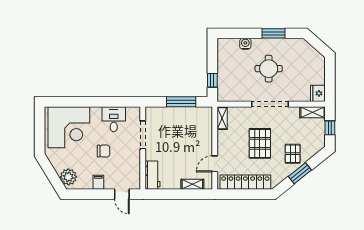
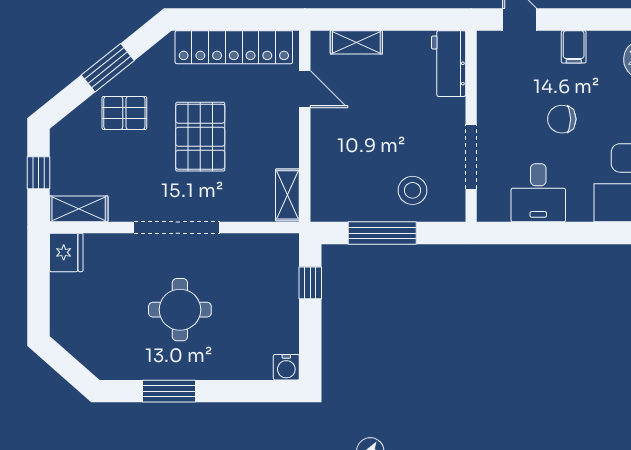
water cooler: (245, 44) -> (286, 367), moved
stool: (168, 120) -> (412, 190), added
pallet: (293, 154) -> (124, 113), turned 90
door: (215, 164) -> (305, 89), hinge flipped

